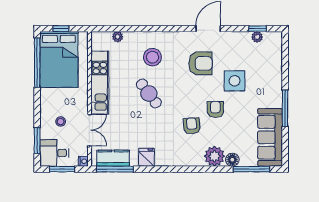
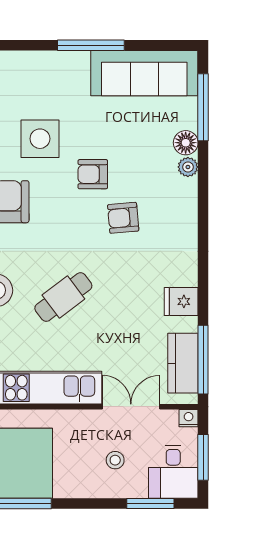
plant: (214, 156) -> (188, 167), width x0.53, depth x0.53

